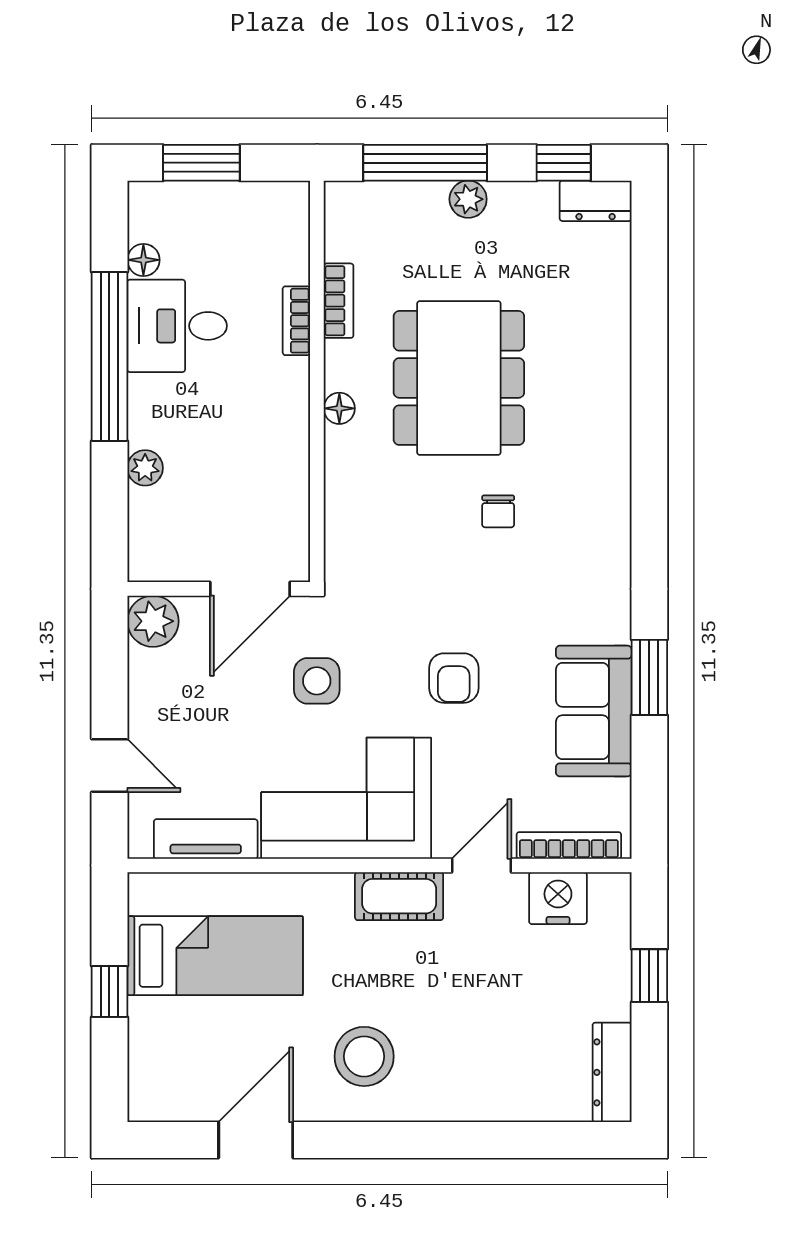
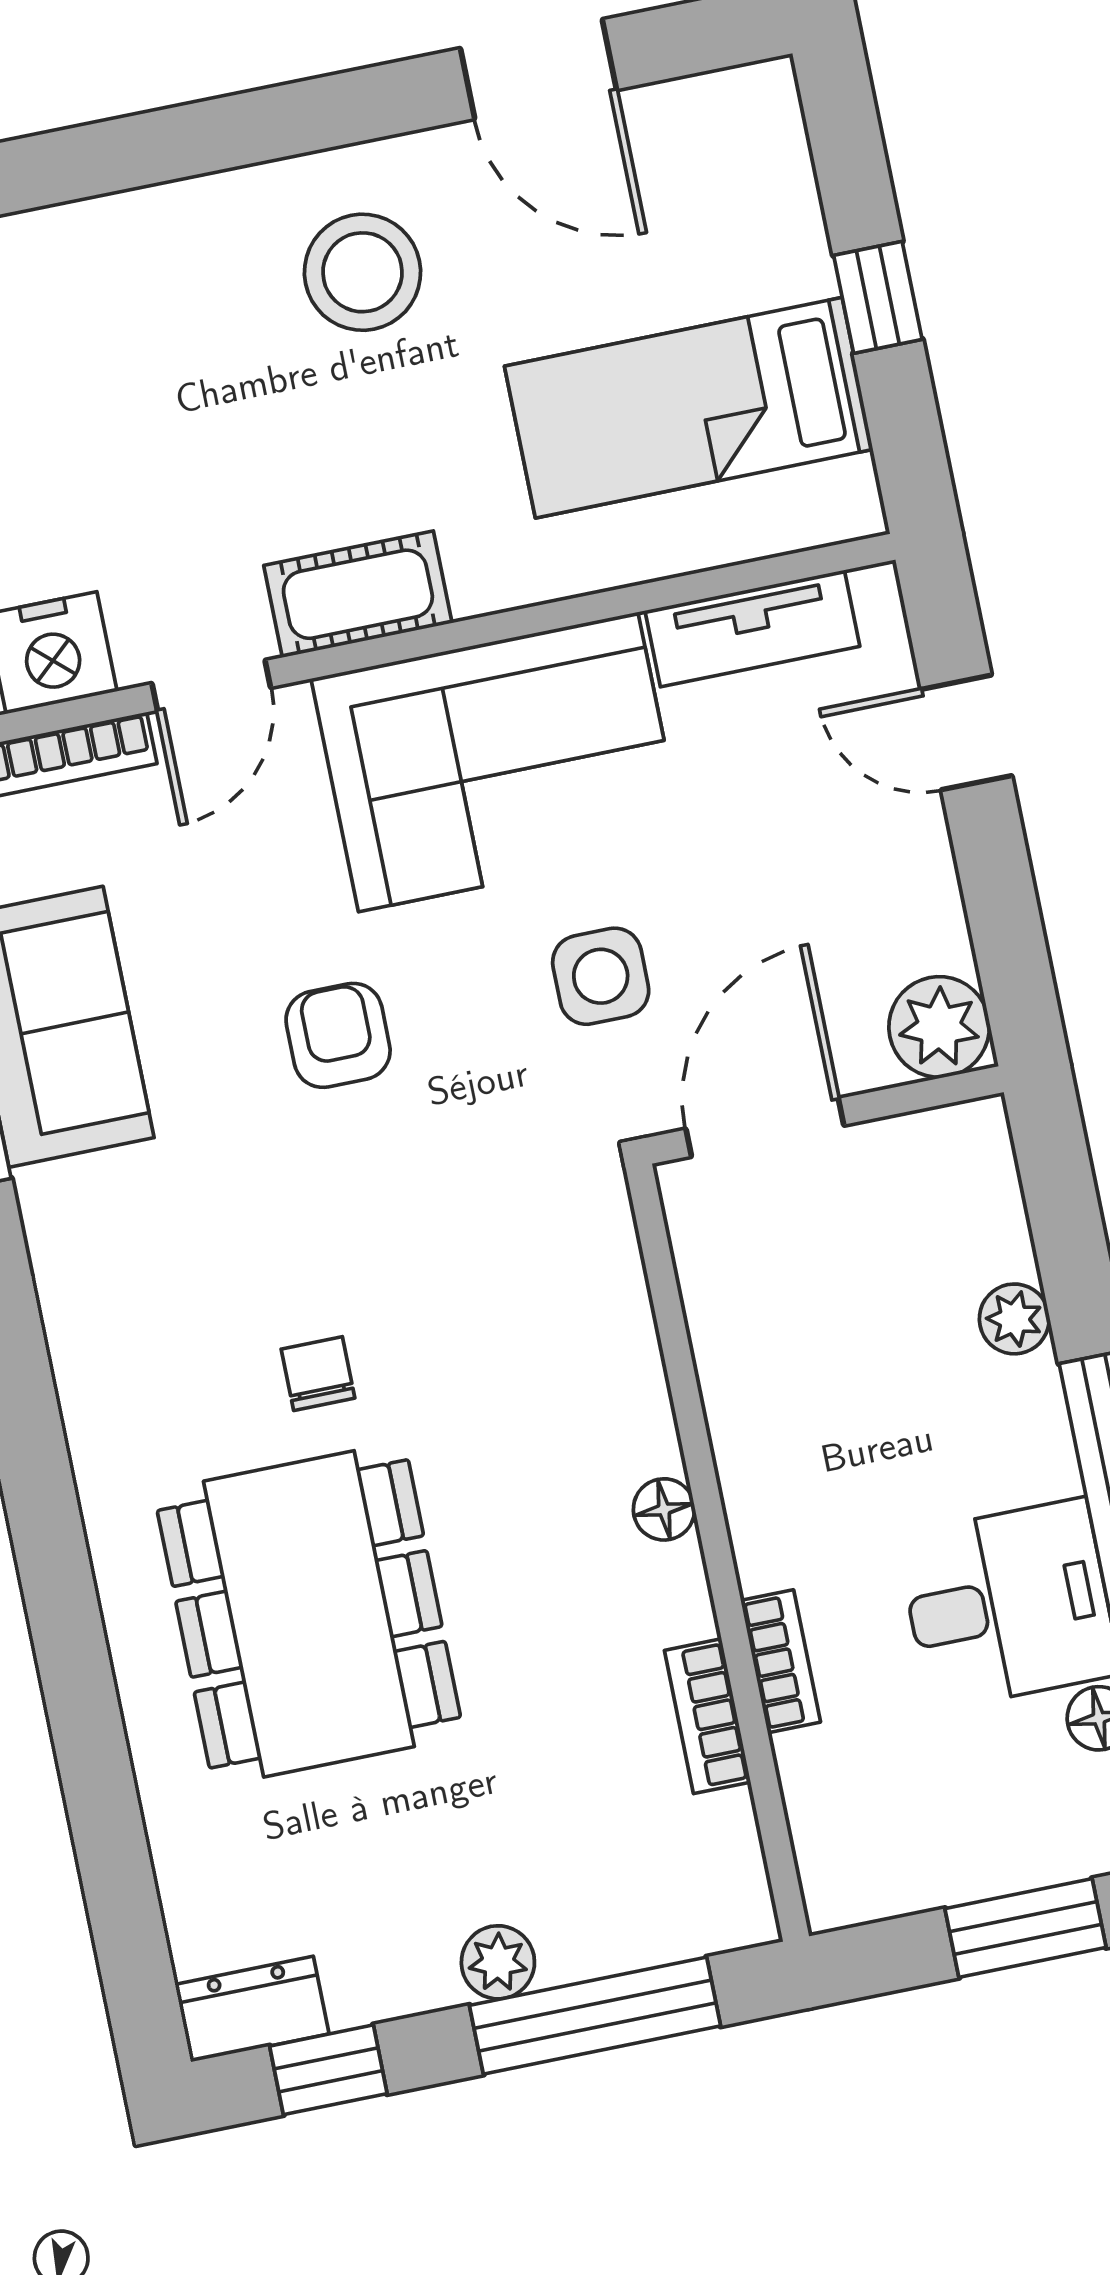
dining table: (459, 378) -> (309, 1614), moved
door: (256, 1140) -> (538, 69), hinge flipped

